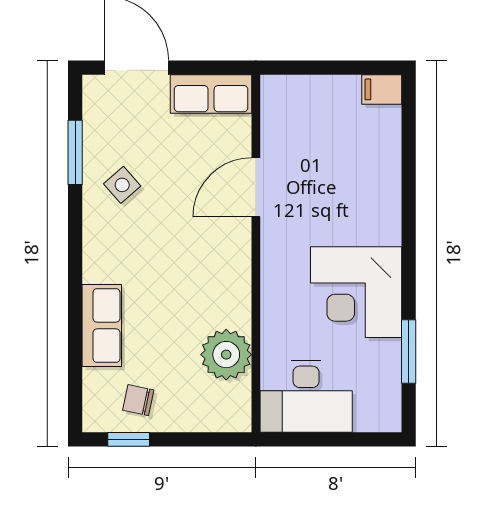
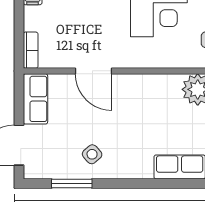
bookcase: (289, 86) -> (31, 50), added

